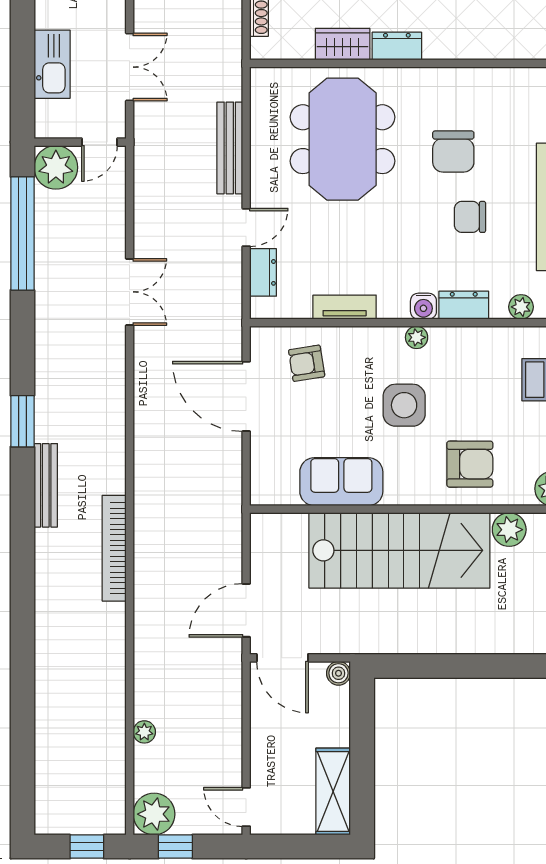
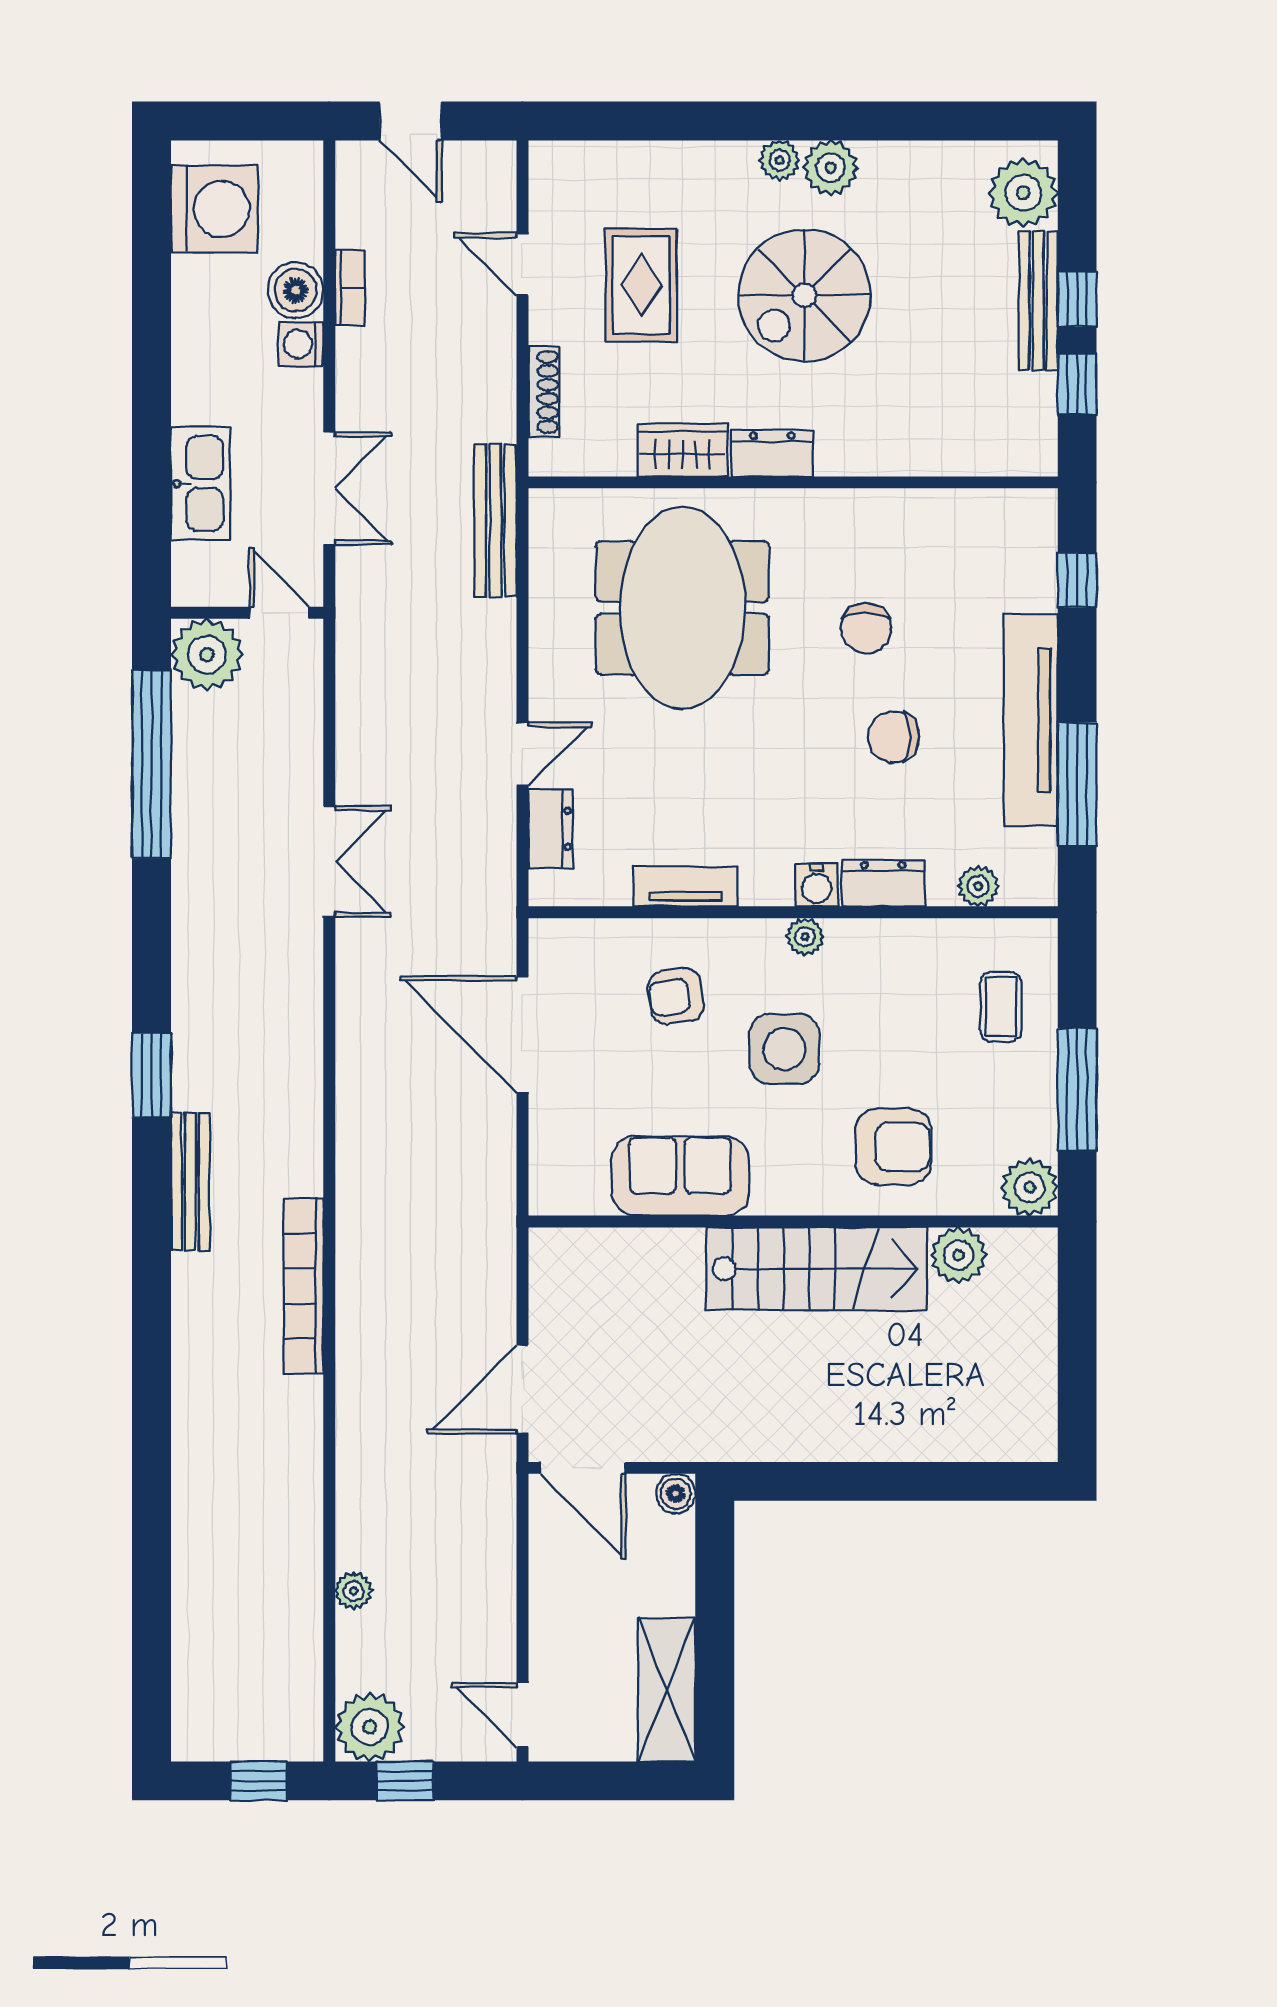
door: (99, 142) -> (279, 613), swing flipped
bench: (230, 148) -> (495, 520), moved
chair: (453, 151) -> (866, 628), width x0.73, depth x0.73
armchair: (307, 363) -> (676, 996), moved
stairs: (399, 550) -> (817, 1269), width x0.73, depth x0.66

